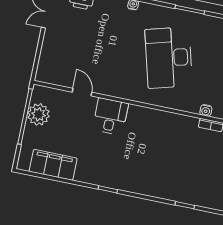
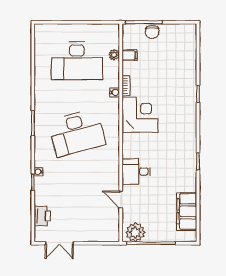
door: (82, 92) -> (121, 200), hinge flipped
plant: (39, 114) -> (135, 232), moved
corner desk: (174, 134) -> (140, 115), added

